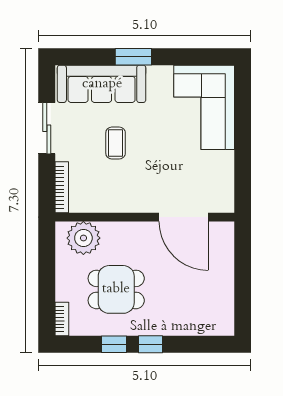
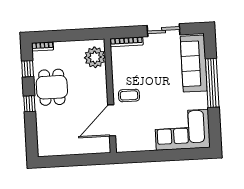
window: (133, 57) -> (212, 83), width x2.11
coffee table: (116, 143) -> (129, 95), moved
dining table: (116, 289) -> (52, 87), moved
window: (114, 344) -> (28, 69), moved

